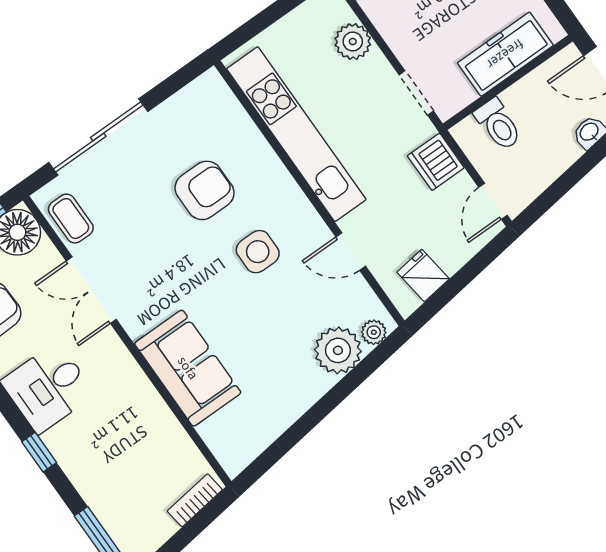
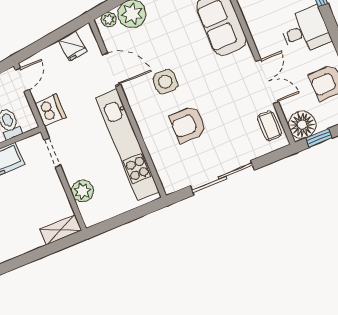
sliding door: (98, 137) -> (222, 178), moved
door: (351, 251) -> (111, 69), width x1.38

